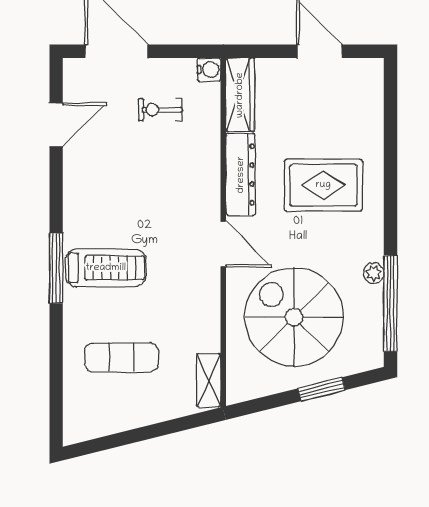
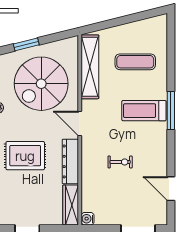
exercise bike: (160, 110) -> (120, 162), moved
door: (56, 125) -> (171, 189), hinge flipped
spiral stairs: (294, 317) -> (41, 84), turned 90
shelving: (209, 380) -> (90, 67), width x2.20, depth x1.33

